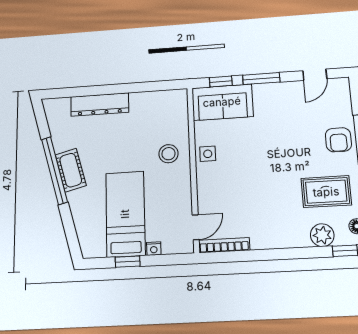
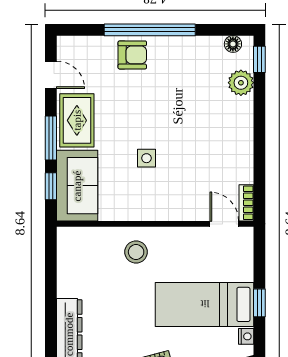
side table: (208, 154) -> (146, 158), moved
rug: (326, 192) -> (77, 120), moved
bookcase: (224, 245) -> (246, 203), width x0.64
nightstand: (154, 249) -> (246, 336), moved

